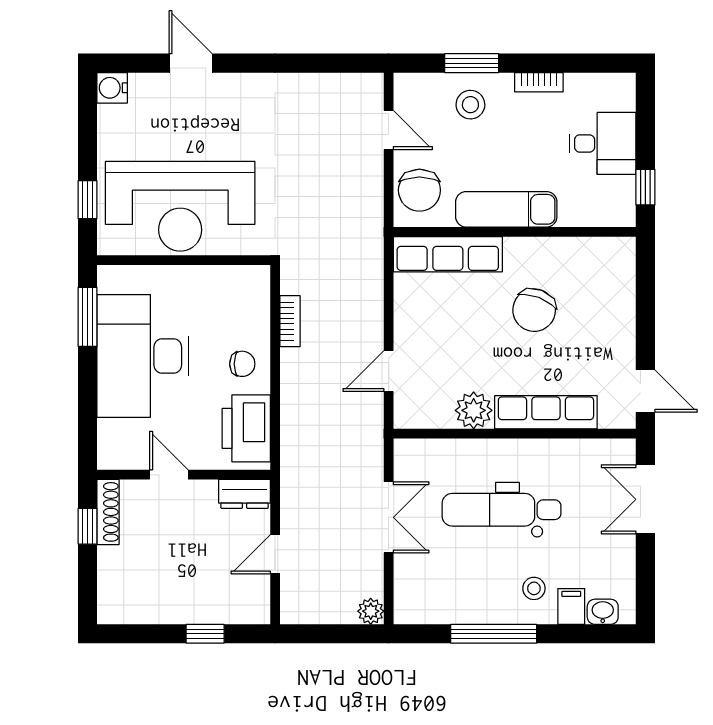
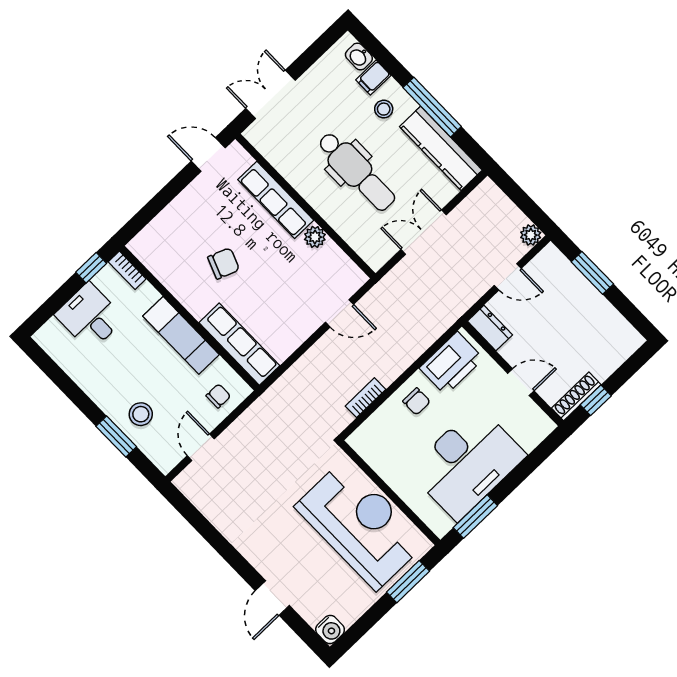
bookcase: (539, 82) -> (127, 270), moved, turned 180
chair: (419, 190) -> (218, 396), width x0.54, depth x0.54
window: (87, 200) -> (408, 582), width x1.50
chair: (534, 310) -> (224, 263), width x0.73, depth x0.73
chair: (242, 364) -> (417, 401), turned 180
door: (645, 391) -> (208, 154), hinge flipped
plant: (474, 410) -> (315, 237), width x0.73, depth x0.73
door: (169, 475) -> (521, 382), swing flipped
double door: (645, 499) -> (271, 94), swing flipped
kitchen counter: (449, 606) -> (441, 148), added
plant: (371, 611) -> (531, 235), moved
window: (205, 634) -> (592, 273), width x1.50

